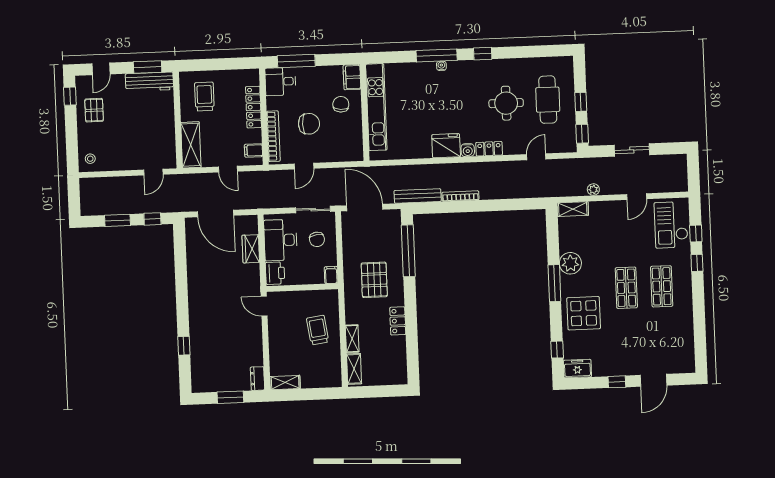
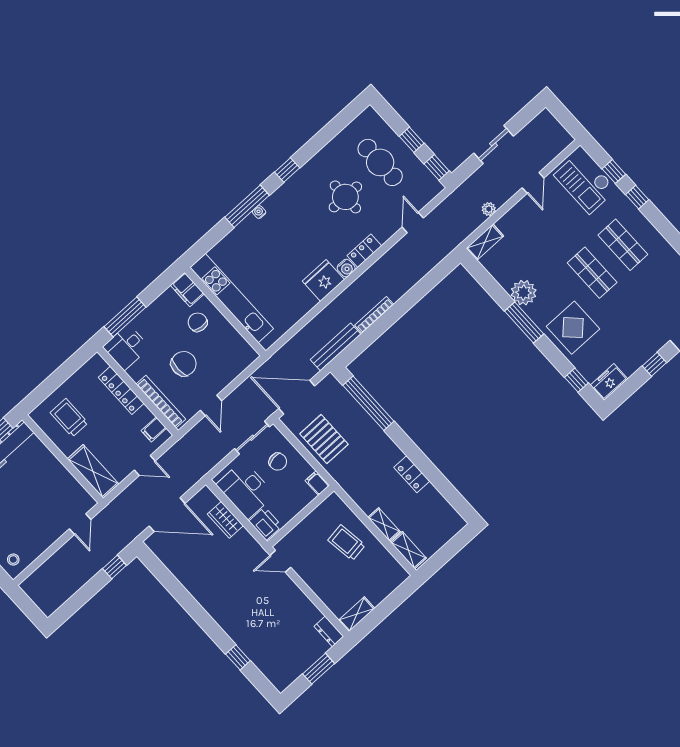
window: (117, 220) -> (84, 595), removed
pallet: (374, 280) -> (324, 439), moved

